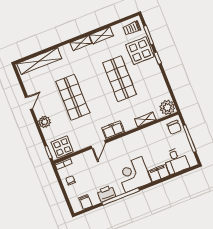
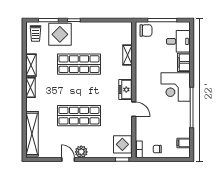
plant: (167, 107) -> (124, 29), removed
plant: (45, 122) -> (81, 152), moved
printer: (106, 194) -> (183, 120), removed

